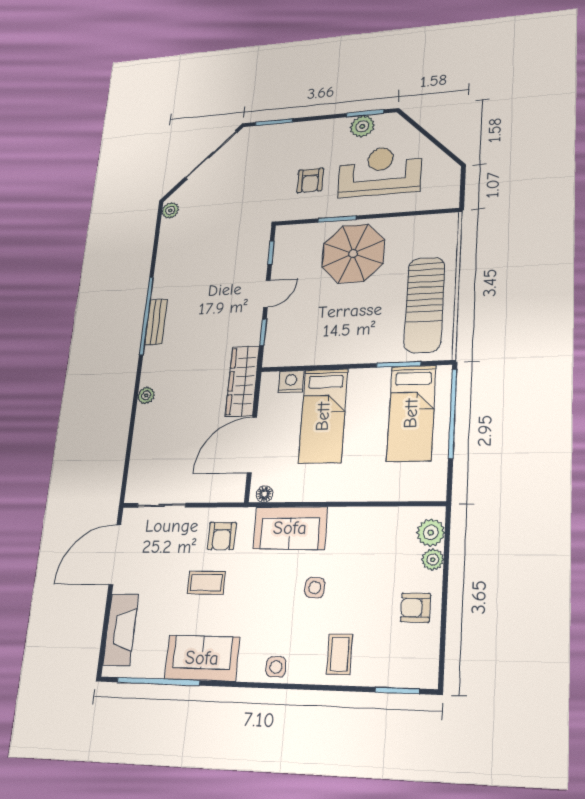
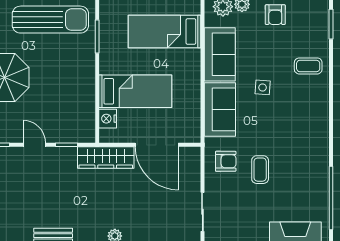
bed: (411, 413) -> (165, 31), moved, turned 180
floor lamp: (265, 494) -> (194, 131), removed
sofa: (202, 658) -> (220, 54), moved, turned 180
side table: (276, 667) -> (318, 111), removed

